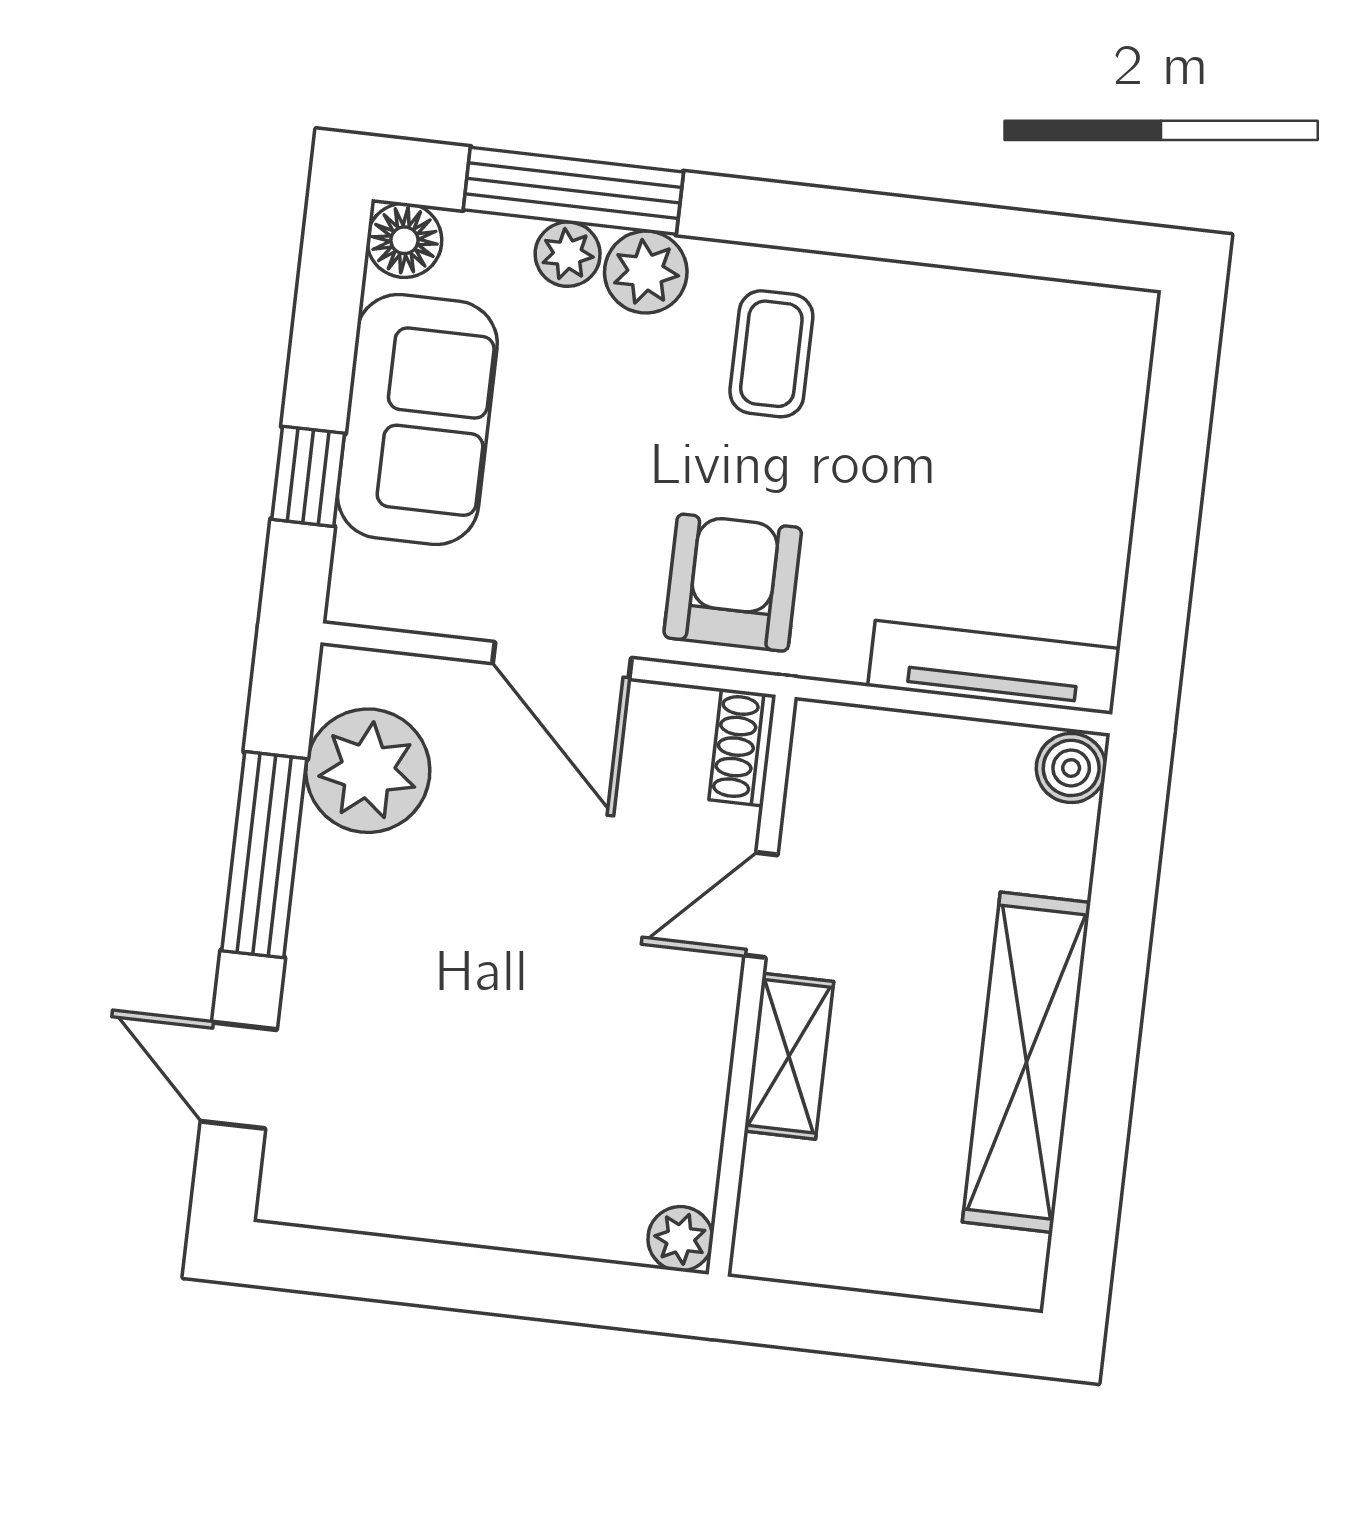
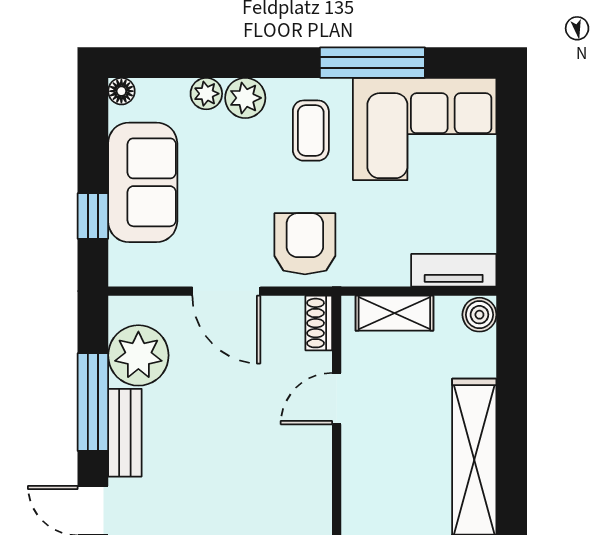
window: (573, 191) -> (372, 63), moved
floor lamp: (404, 240) -> (121, 91), width x0.73, depth x0.73
corner sofa: (1003, 378) -> (425, 129), added
tv unit: (994, 667) -> (454, 270), width x0.71
bench: (322, 925) -> (125, 433), added
shelving: (789, 1056) -> (394, 313), moved, turned 90

